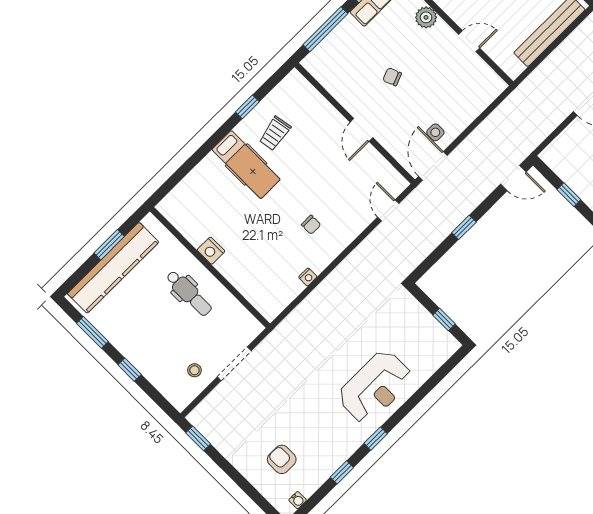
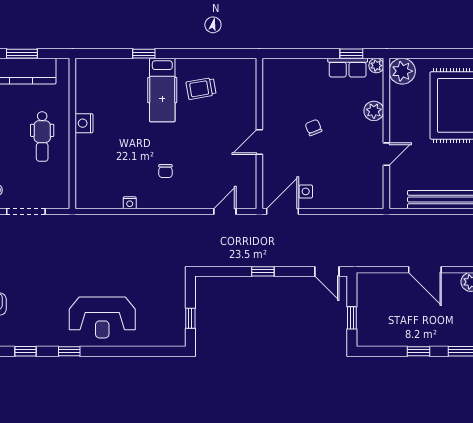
window: (325, 29) -> (301, 54), removed
door: (469, 41) -> (386, 154), hinge flipped
window: (247, 107) -> (144, 54), moved

